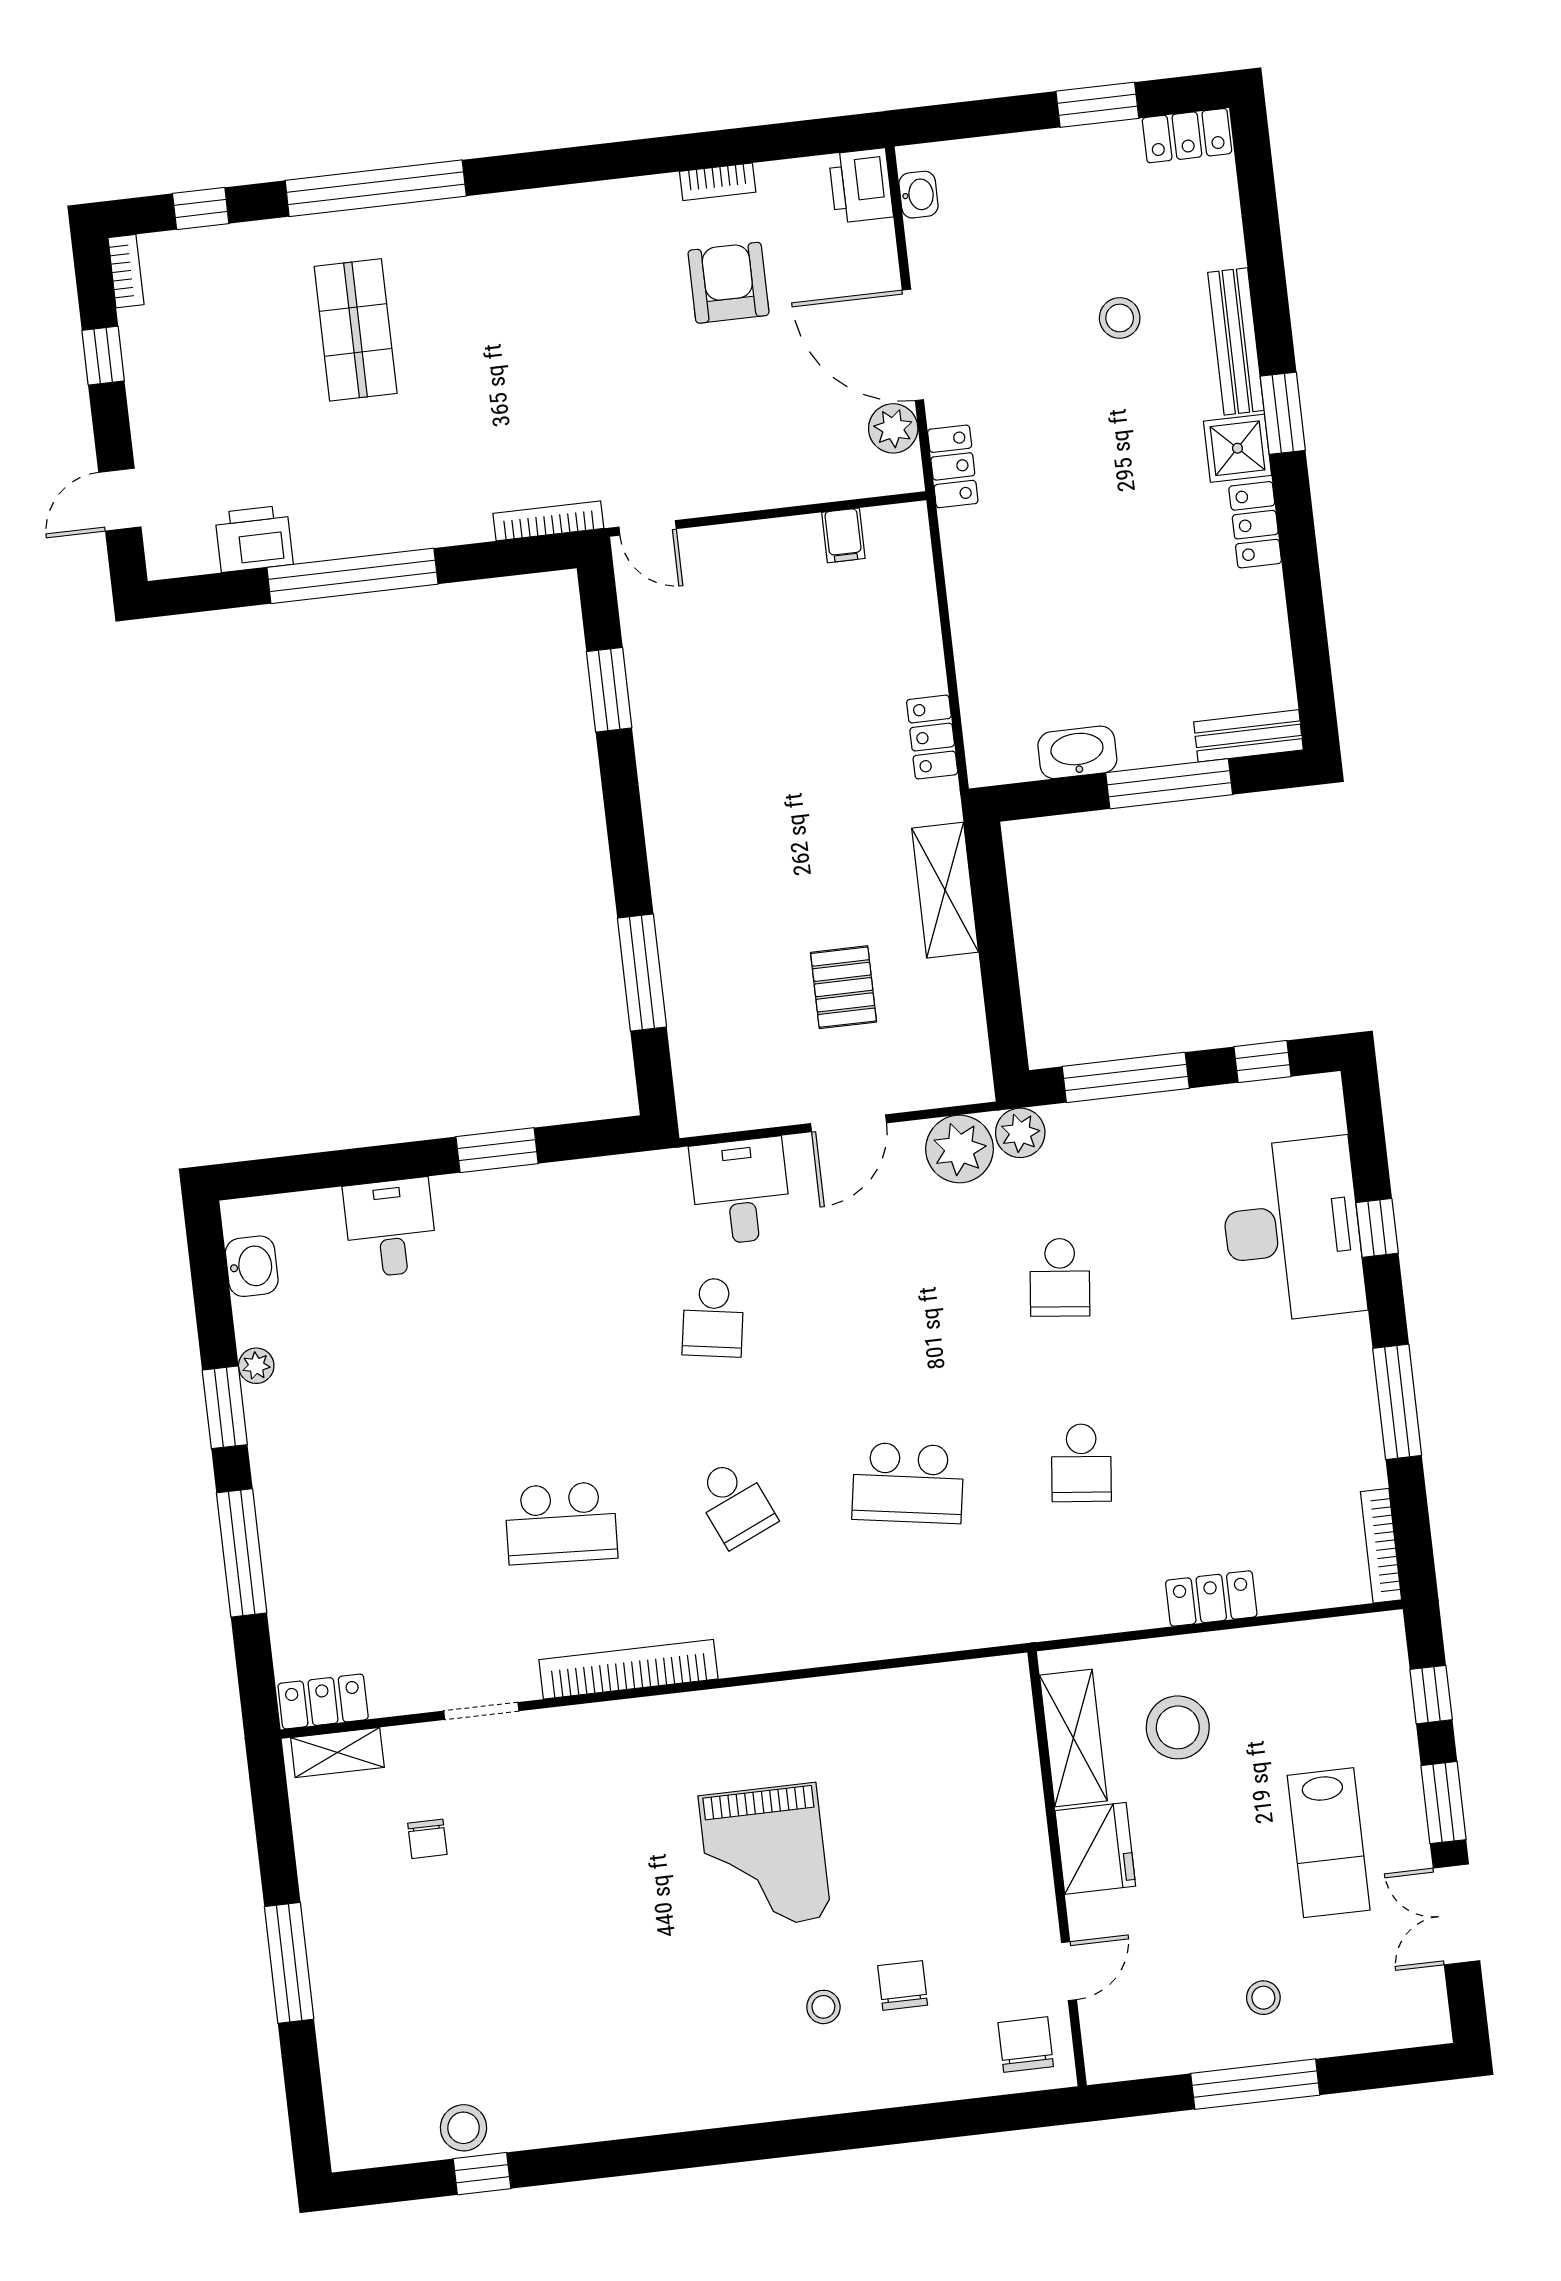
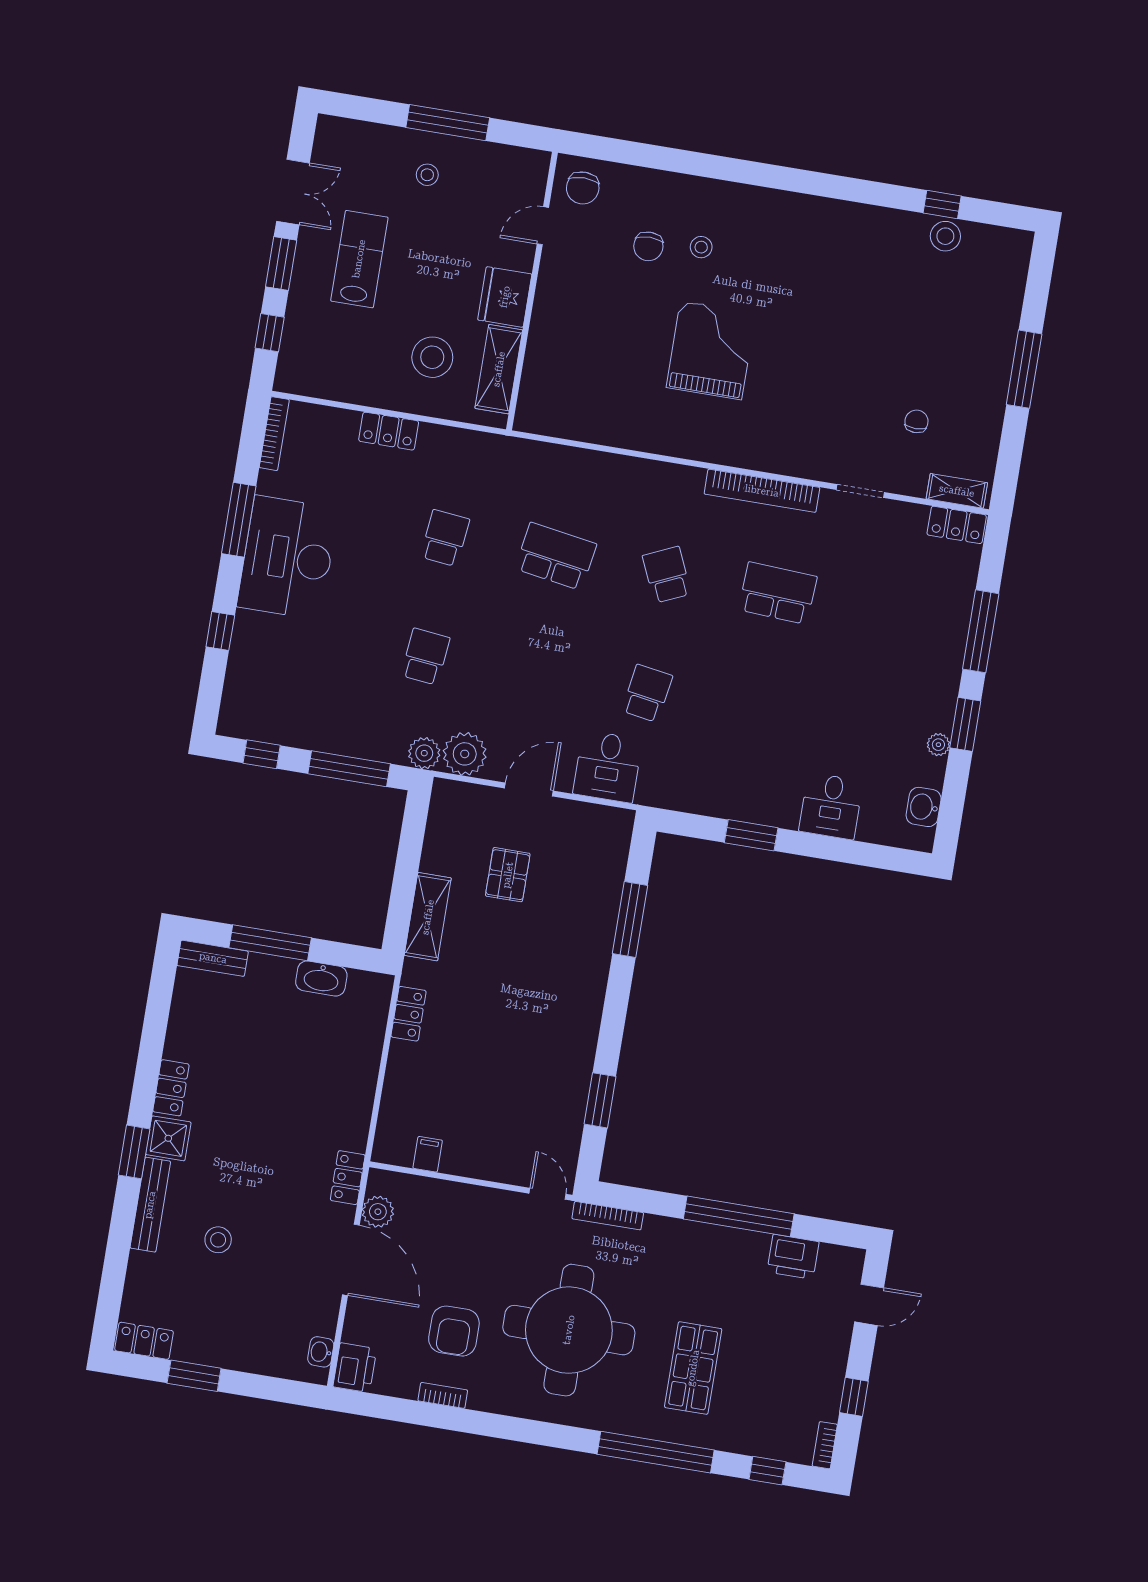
round table: (557, 333) -> (569, 1330), added
desk: (1292, 1230) -> (288, 558), moved

